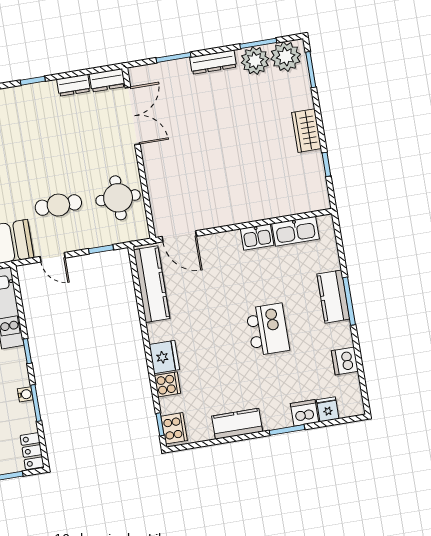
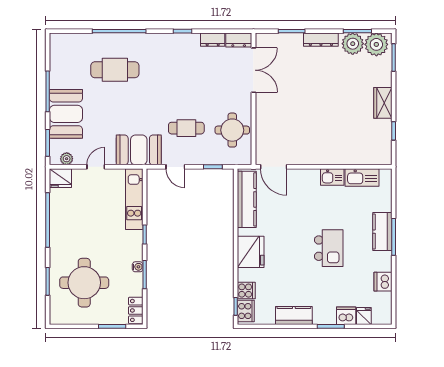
fridge: (164, 357) -> (251, 252), width x1.36, depth x1.34
cooker: (167, 384) -> (246, 291), moved

